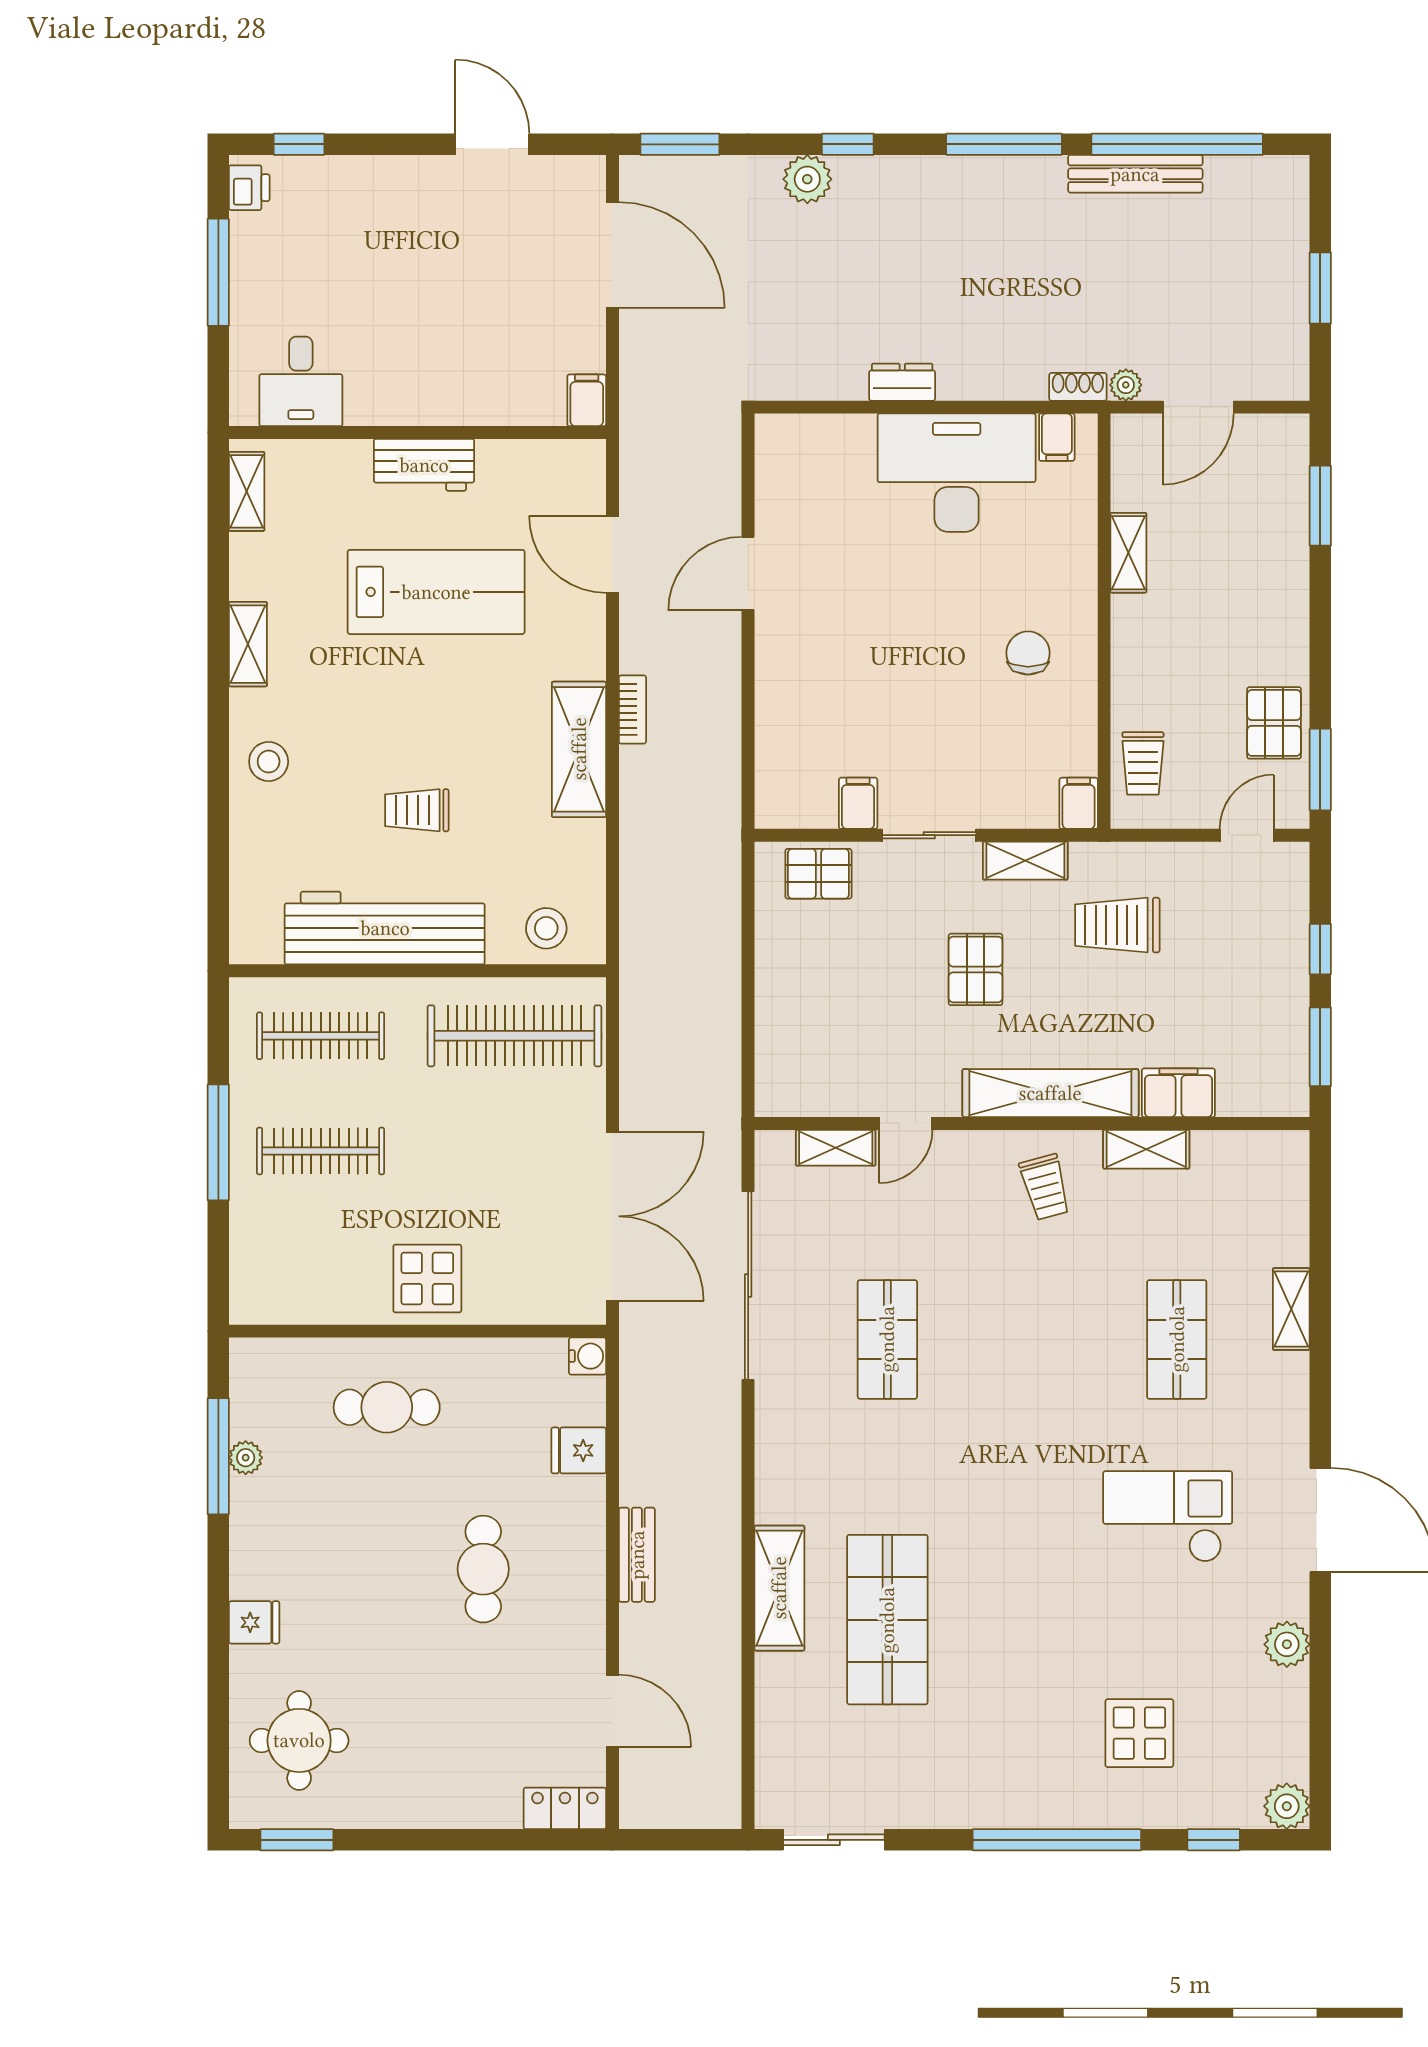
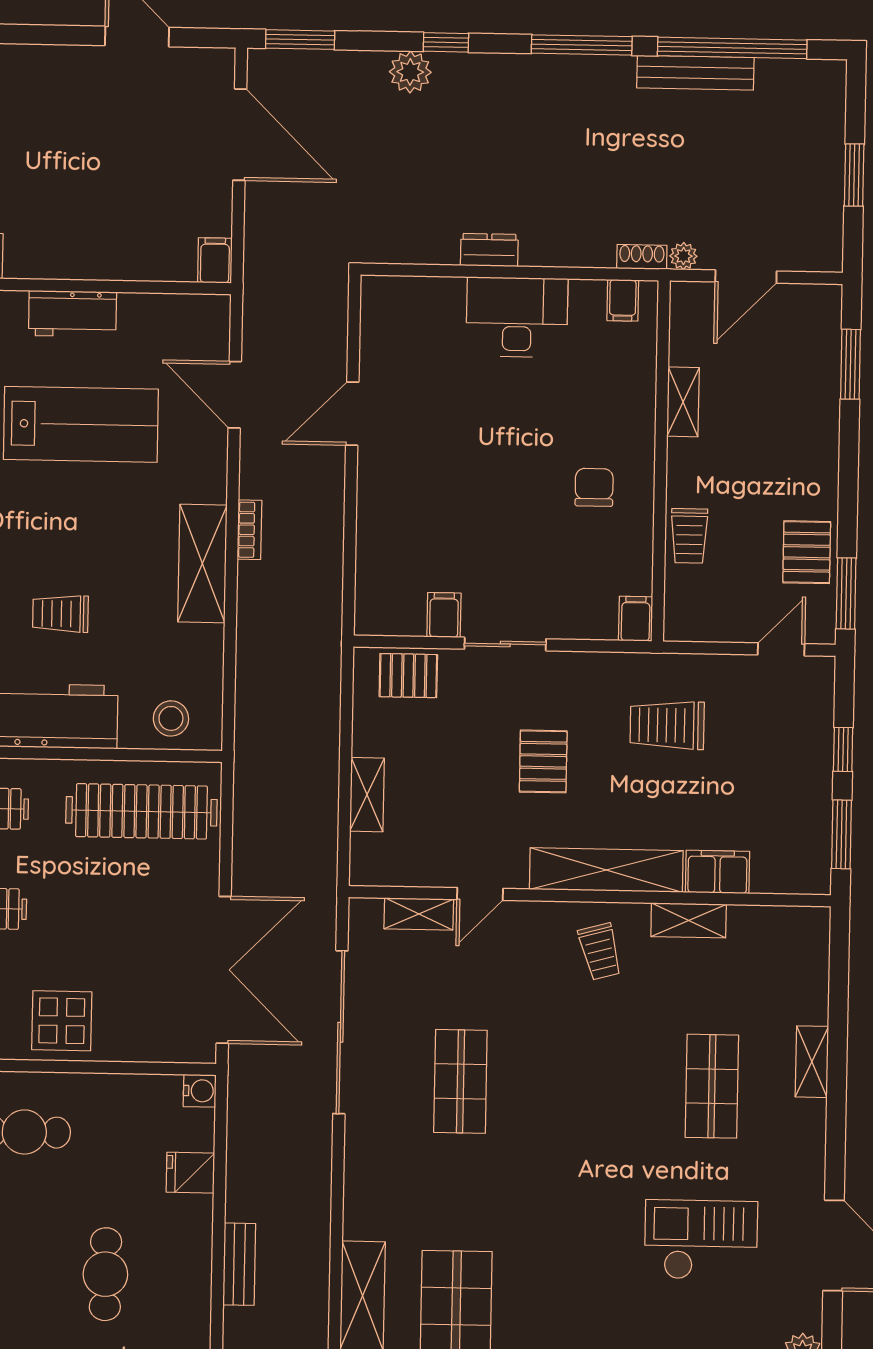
desk: (957, 473) -> (517, 317), width x0.73, depth x0.77
trolley: (1143, 763) -> (689, 536), moved
shelving: (1025, 861) -> (367, 795), moved, turned 90

